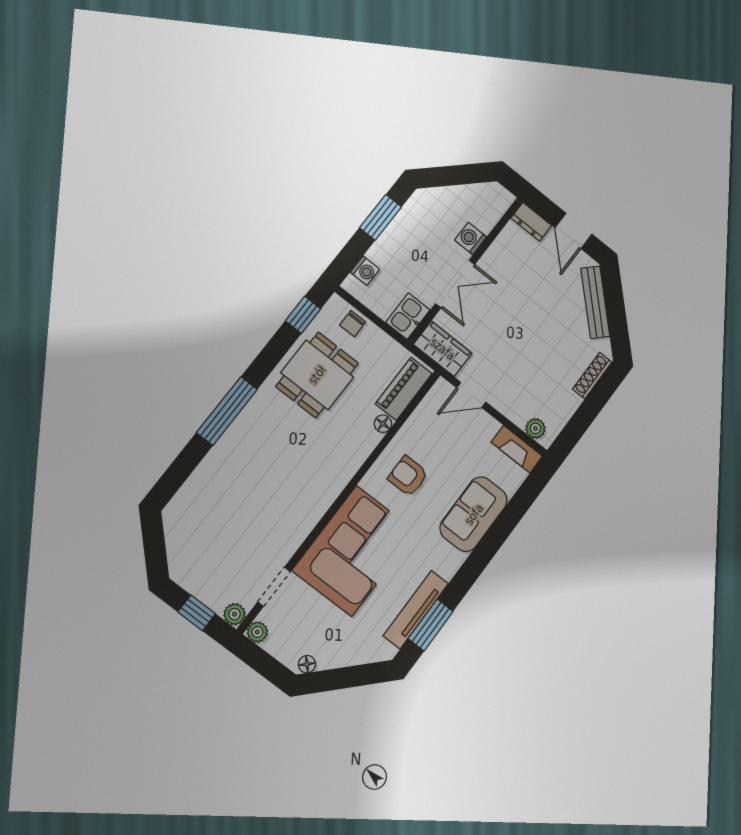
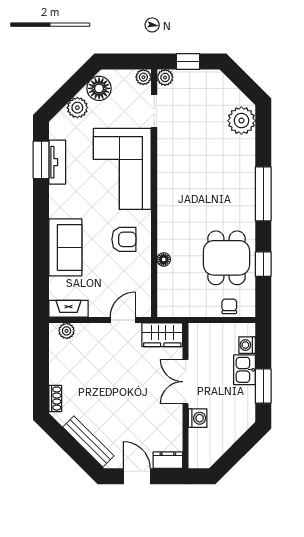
window: (303, 315) -> (263, 264), moved
kitchen sink: (408, 316) -> (244, 370), moved, turned 180
shoe rack: (592, 376) -> (55, 399), width x0.70
piano: (404, 389) -> (167, 291), removed
plant: (189, 506) -> (241, 121), added
tv unit: (416, 610) -> (57, 162), width x0.71
plant: (352, 652) -> (77, 108), added
floor lamp: (307, 664) -> (99, 88), width x1.89, depth x1.89

